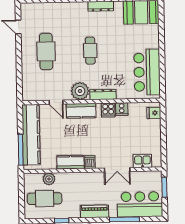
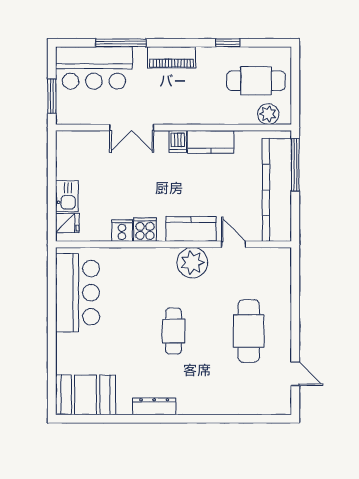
dresser: (103, 95) -> (153, 256), removed
kitchen sink: (142, 161) -> (67, 196), moved, turned -90
double door: (117, 170) -> (132, 128), swing flipped
plant: (49, 179) -> (268, 114), moved

